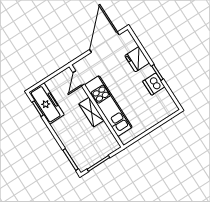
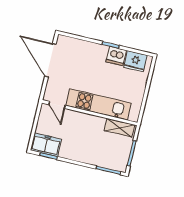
fridge: (137, 59) -> (135, 61), moved
freezer: (47, 104) -> (46, 145), width x0.71
shelving: (91, 112) -> (119, 128), moved

